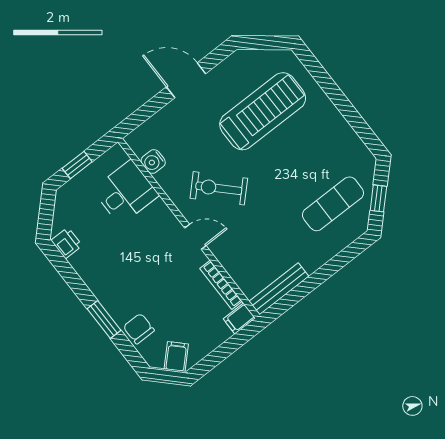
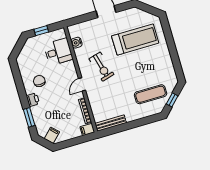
exercise bike: (219, 188) -> (101, 67), turned -150
door: (195, 237) -> (82, 84), swing flipped
printer: (67, 243) -> (33, 100), moved
window: (104, 319) -> (29, 117), moved
chair: (139, 329) -> (39, 81), moved

